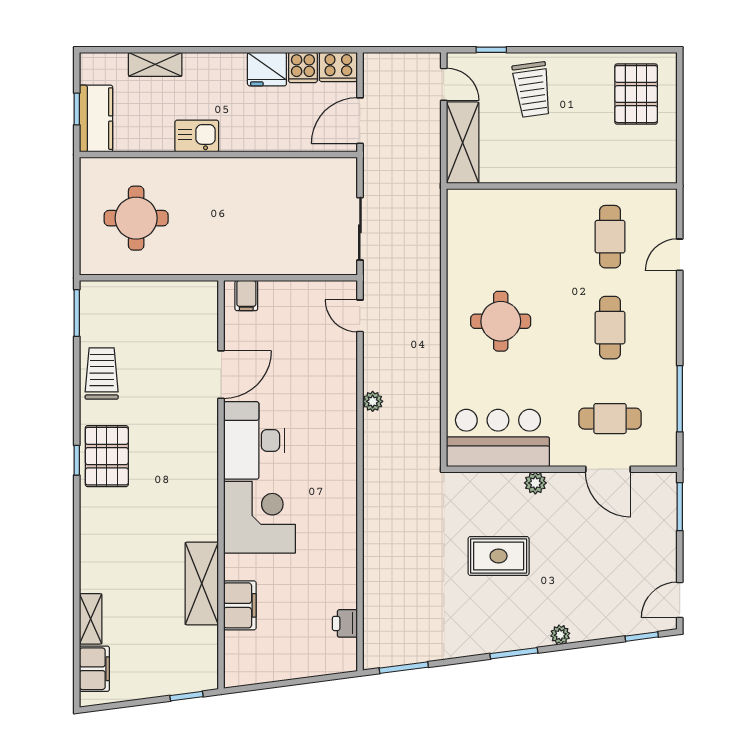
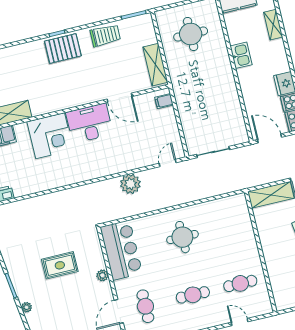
shelving: (176, 295) -> (155, 65), added
plant: (373, 401) -> (130, 184), width x1.88, depth x1.88
rug: (499, 556) -> (60, 265), turned 90

